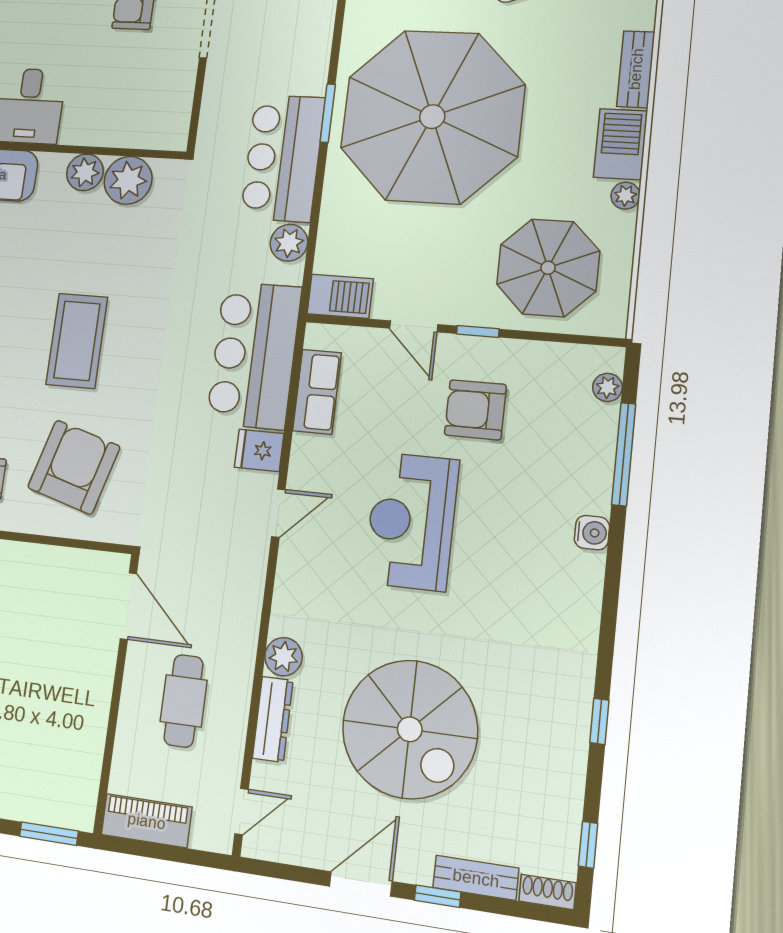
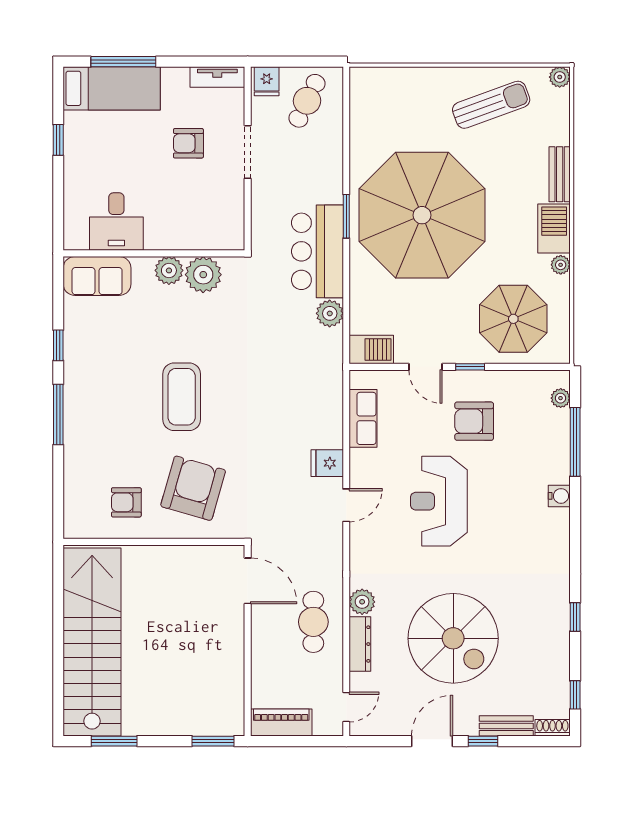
bar counter: (254, 355) -> (315, 396), removed
cafe table: (184, 701) -> (313, 622), moved

